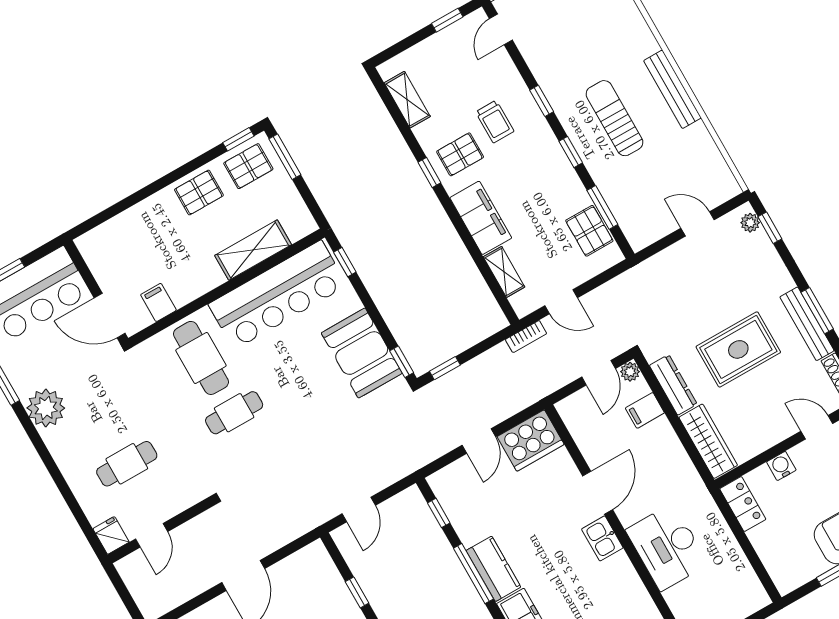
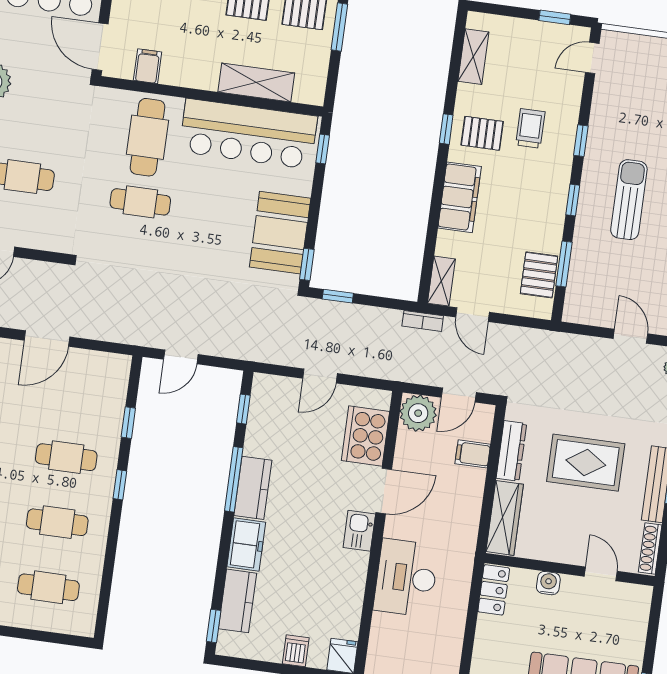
trolley: (495, 122) -> (530, 128), turned 180
shelving: (504, 272) -> (441, 281), moved
plant: (630, 372) -> (418, 413), moved, width x1.88, depth x1.88
cooker: (531, 441) -> (365, 436), moved, turned 90

